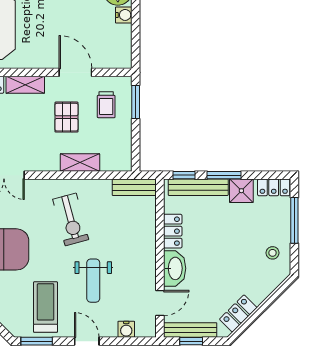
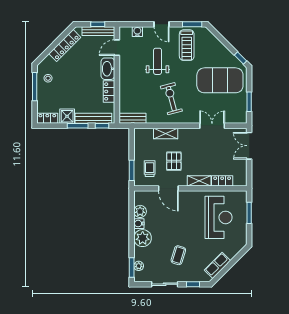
plant: (122, 35) -> (140, 211), added
window: (294, 220) -> (35, 87), moved
locker: (238, 313) -> (65, 45), width x1.53

